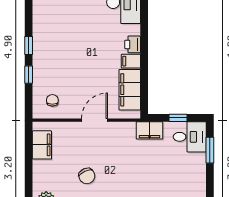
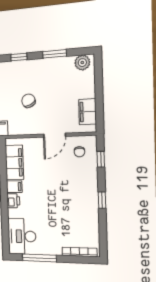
window: (29, 75) -> (101, 159), moved
door: (95, 120) -> (55, 135), moved
chair: (87, 176) -> (28, 101), moved

